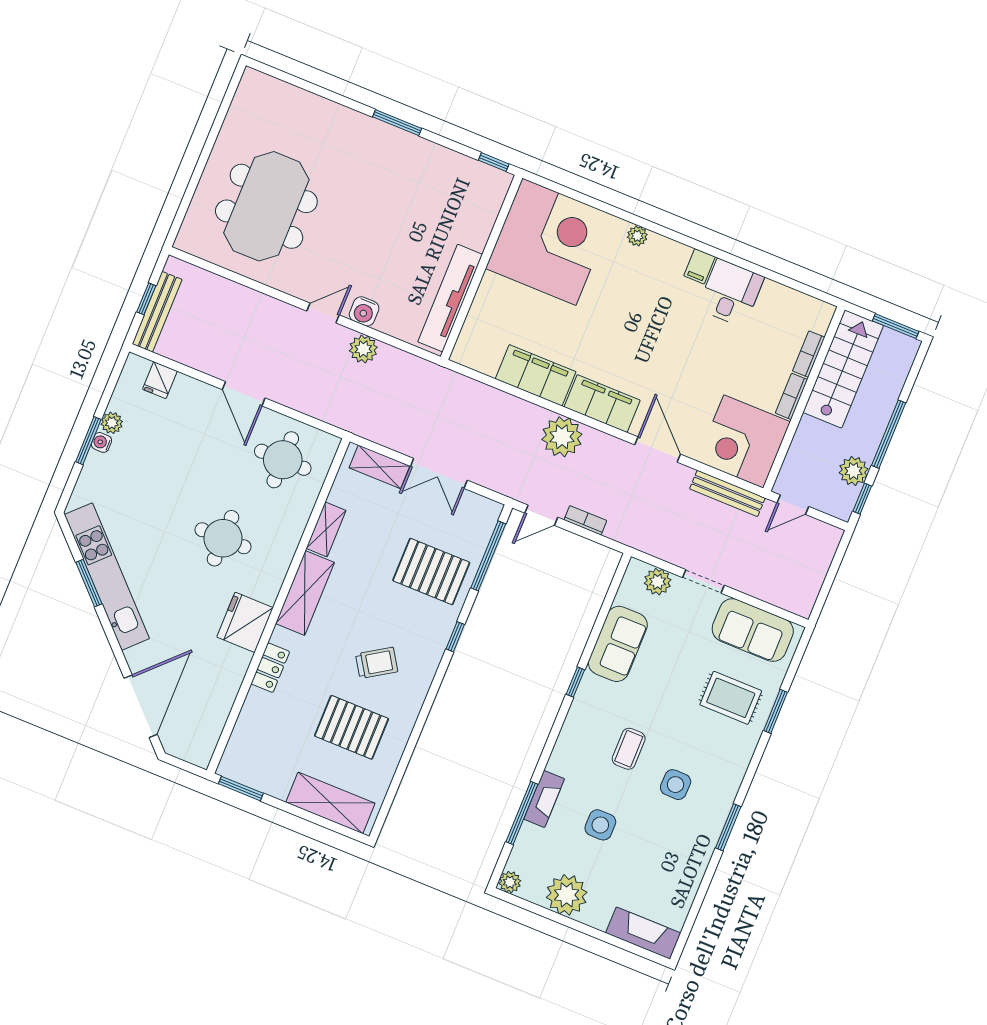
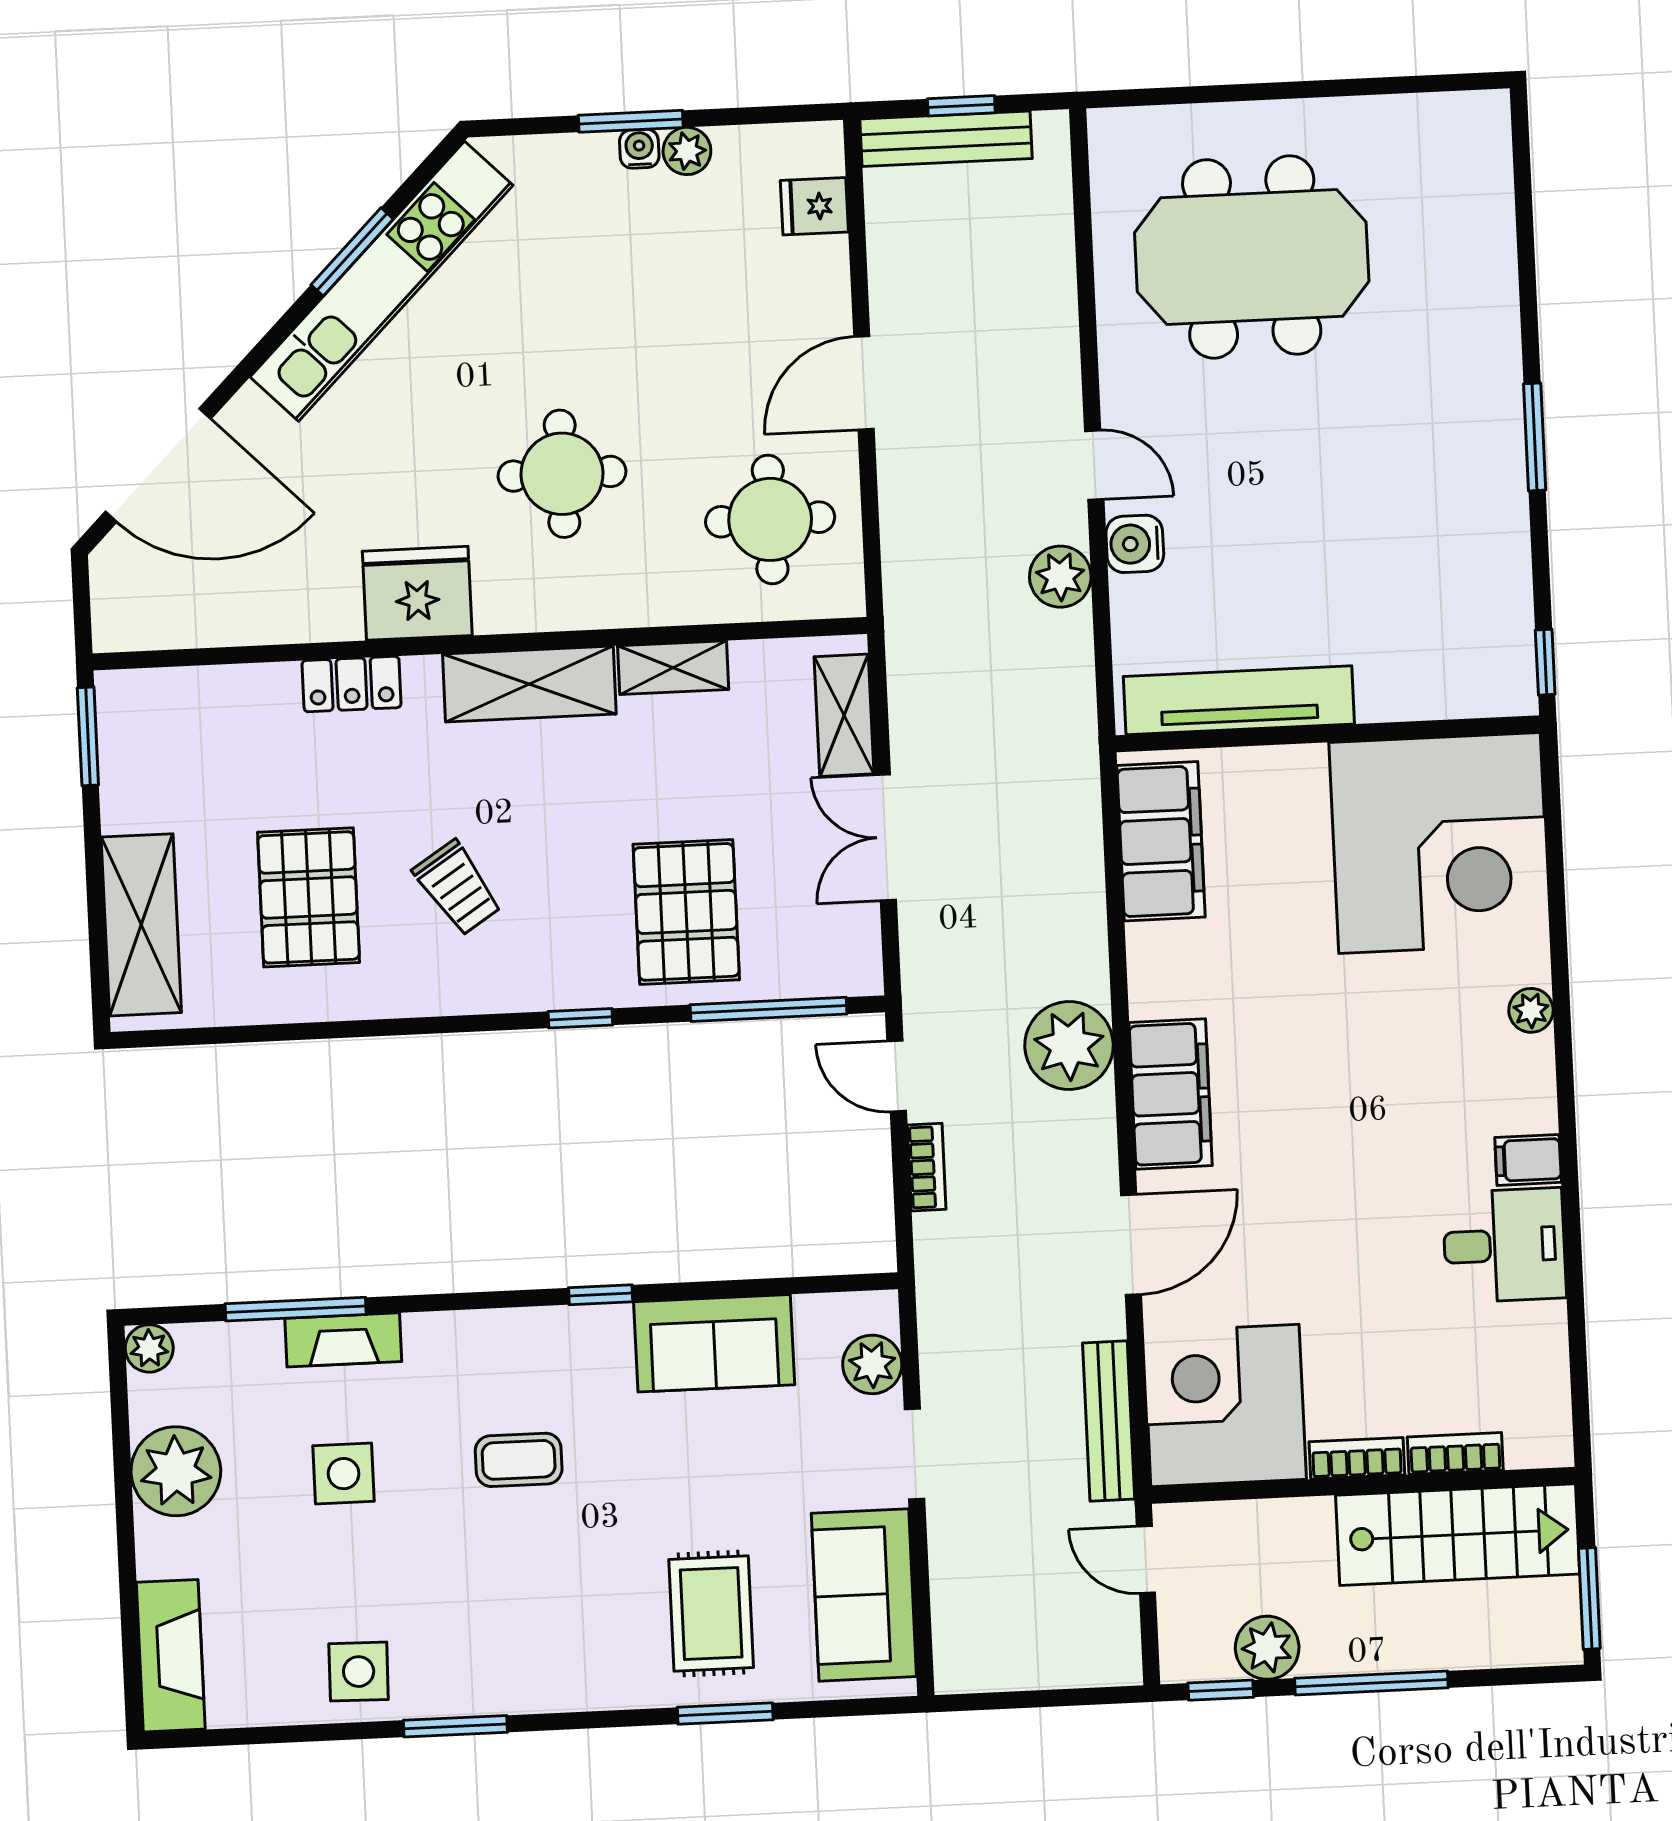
filing cabinet: (536, 375) -> (1161, 841), moved
side table: (676, 785) -> (359, 1672), moved

